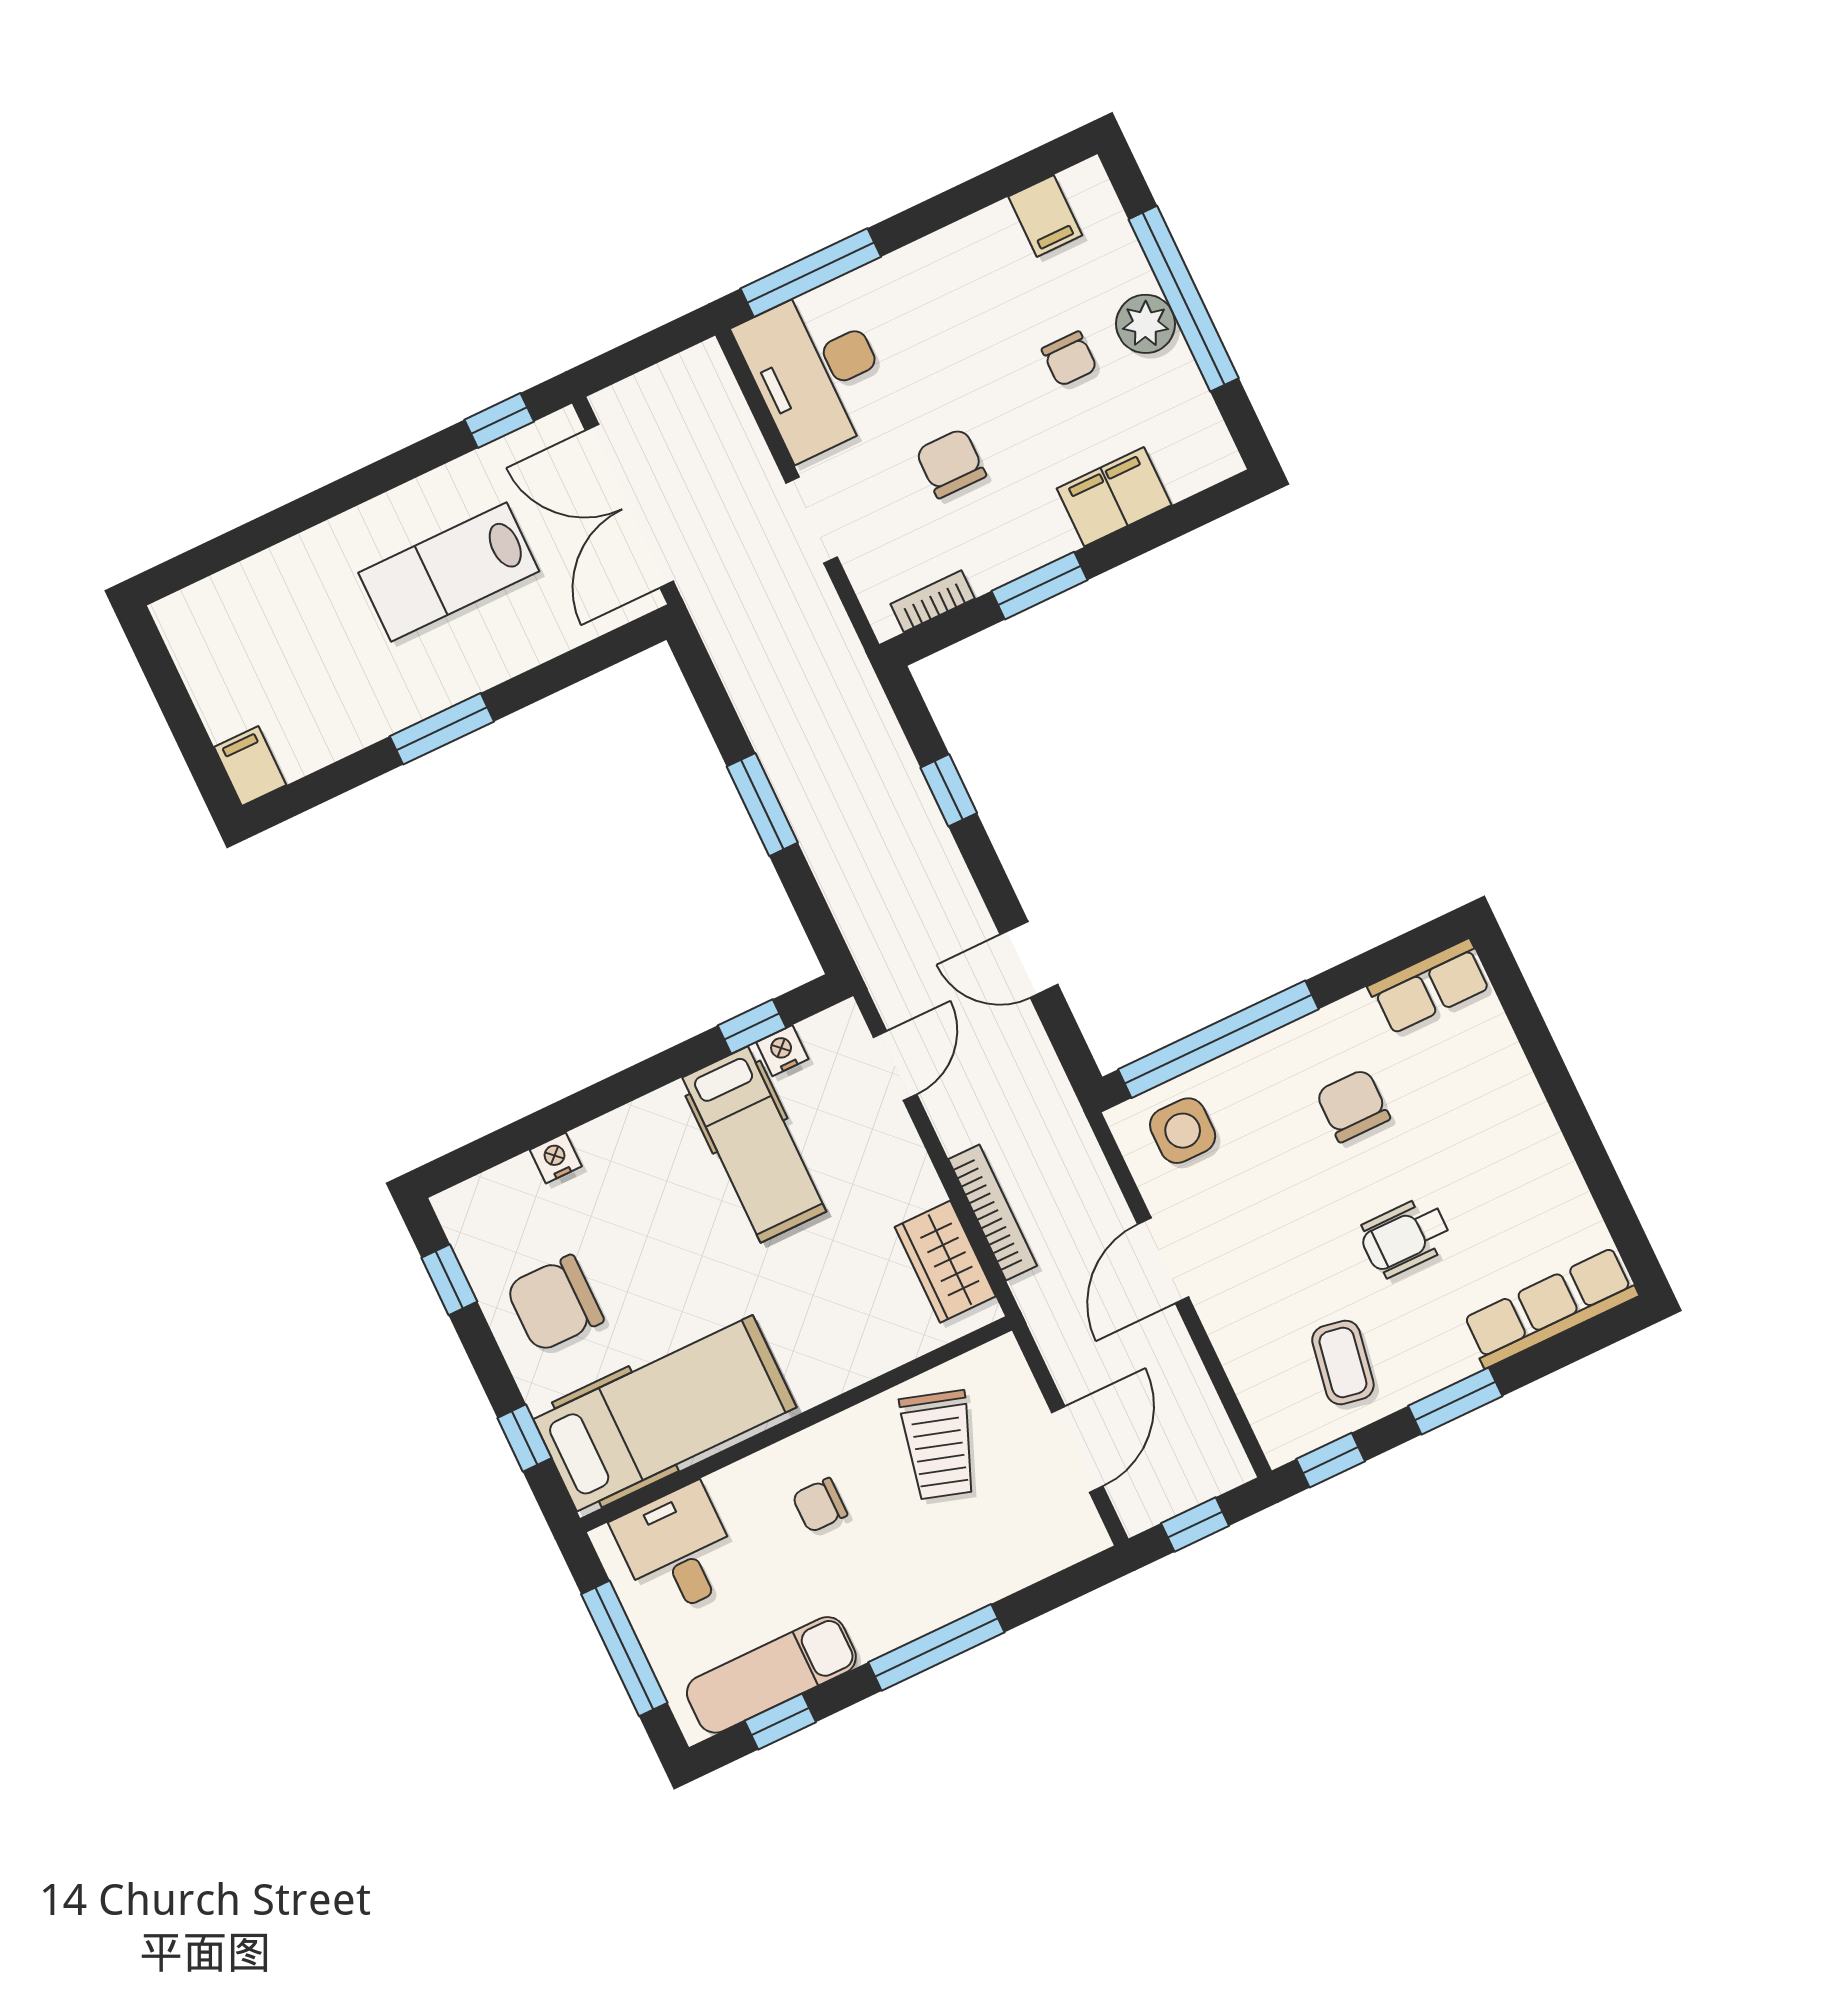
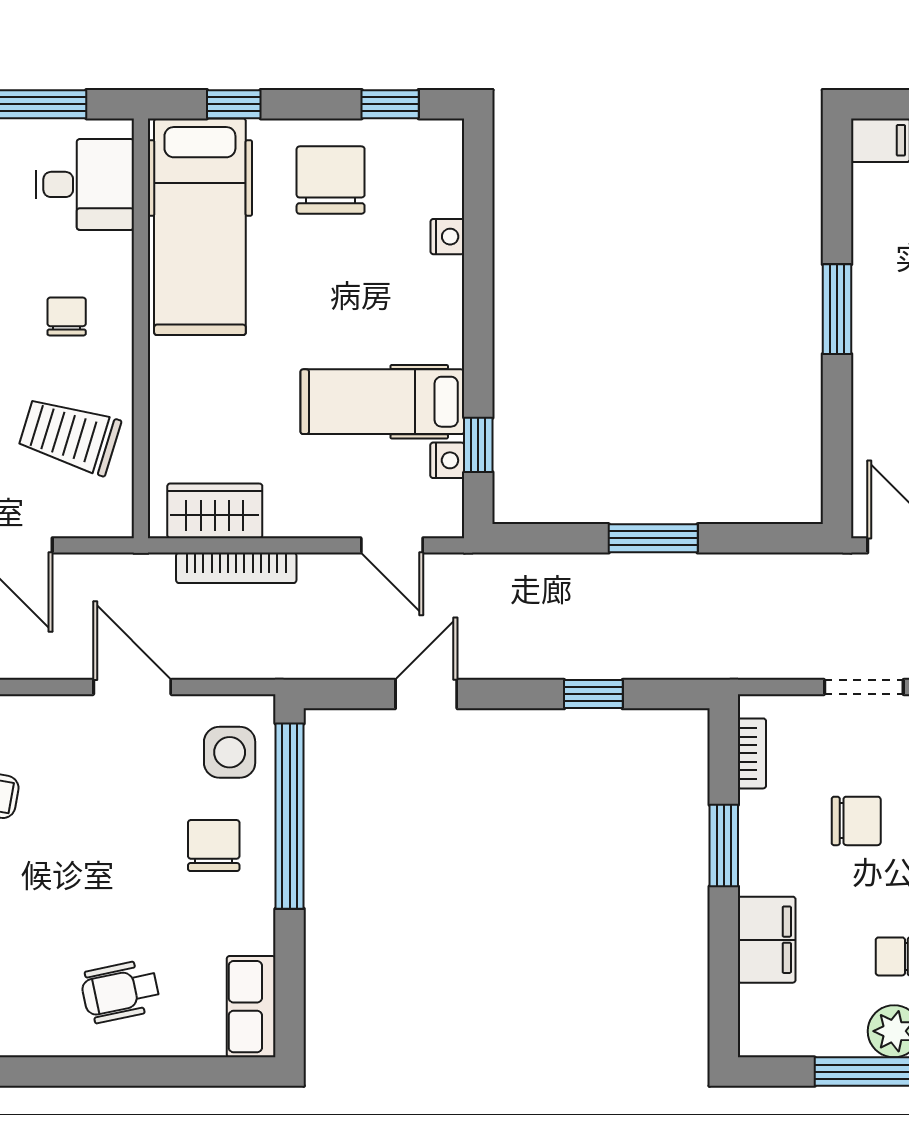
chair: (1353, 1105) -> (214, 846), moved, turned -90
wheelchair: (1405, 1237) -> (120, 991), moved, turned -102

